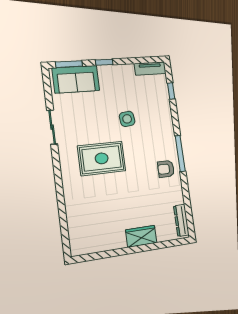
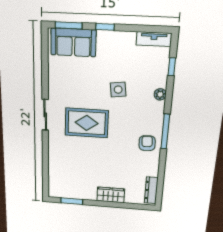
plant: (167, 118) -> (160, 94), added
sliding door: (52, 127) -> (45, 115), moved
armchair: (166, 169) -> (147, 143), turned 87
window: (99, 255) -> (72, 201), added

